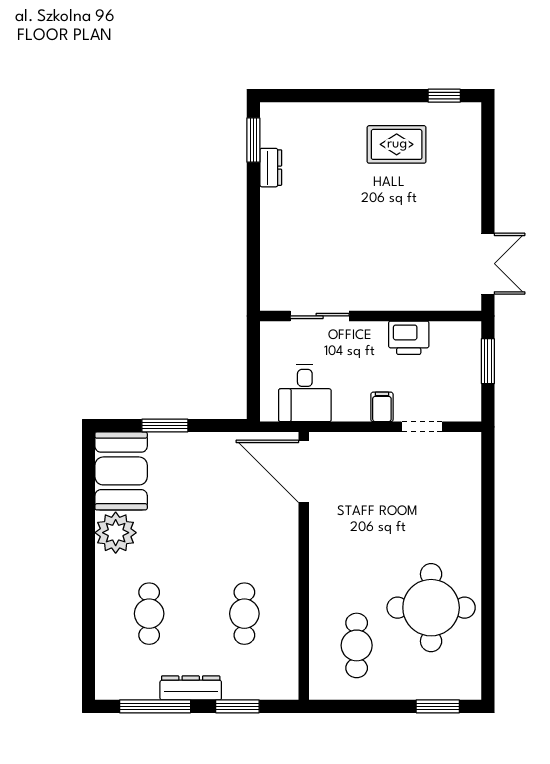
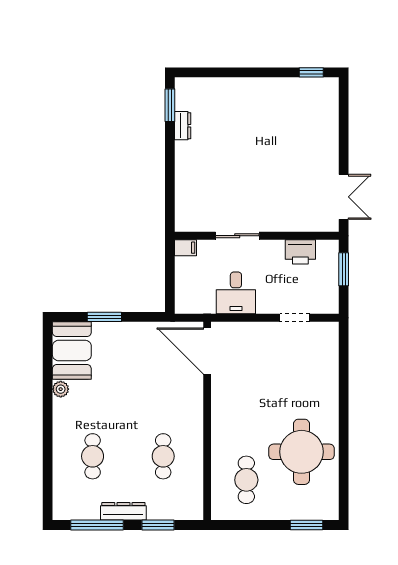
rug: (397, 144) -> (276, 109), removed
sliding door: (320, 316) -> (237, 236), moved
printer: (409, 338) -> (300, 252), moved
desk: (305, 393) -> (236, 293), moved
filing cabinet: (382, 407) -> (186, 248), moved, turned 90
plant: (116, 533) -> (61, 389), width x0.53, depth x0.53

